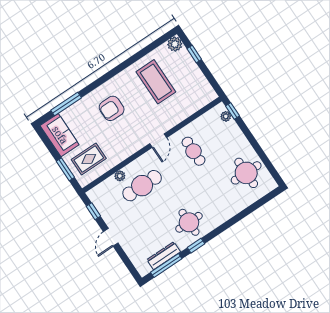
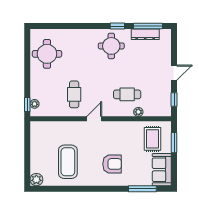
window: (194, 54) -> (27, 163), removed
rug: (89, 159) -> (152, 139), turned 90
cafe table: (142, 186) -> (127, 94), width x0.73, depth x0.74

